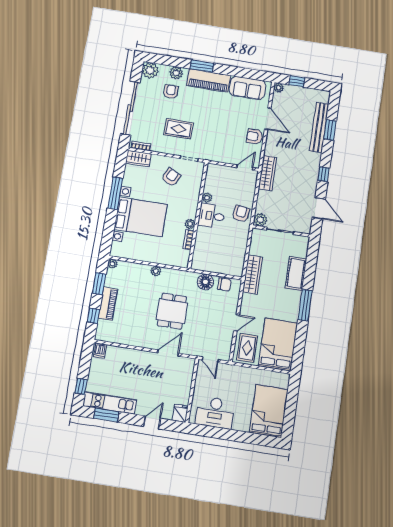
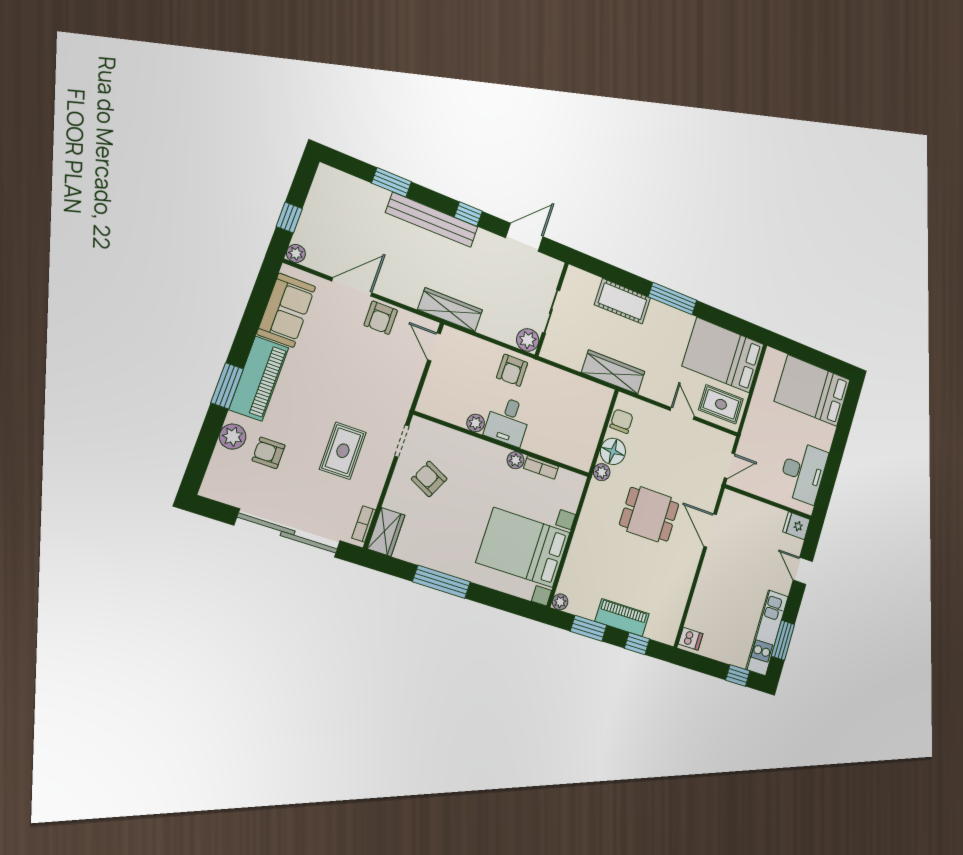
plant: (150, 70) -> (219, 485), removed
bench: (319, 127) -> (432, 220), moved
armchair: (241, 214) -> (512, 370), turned -97
bed with nightstands: (141, 217) -> (523, 547), moved, turned -90
plant: (156, 271) -> (602, 472), moved

